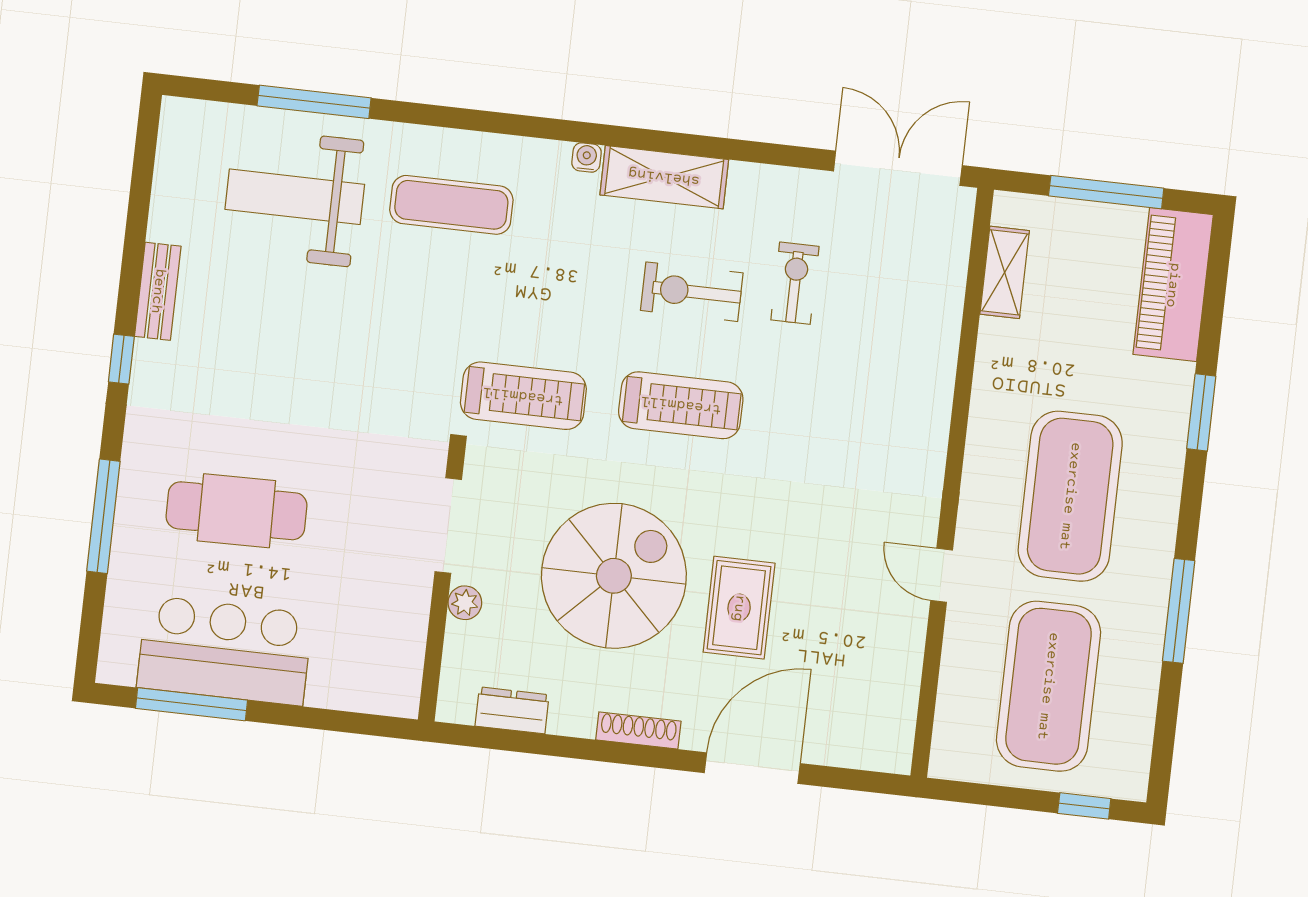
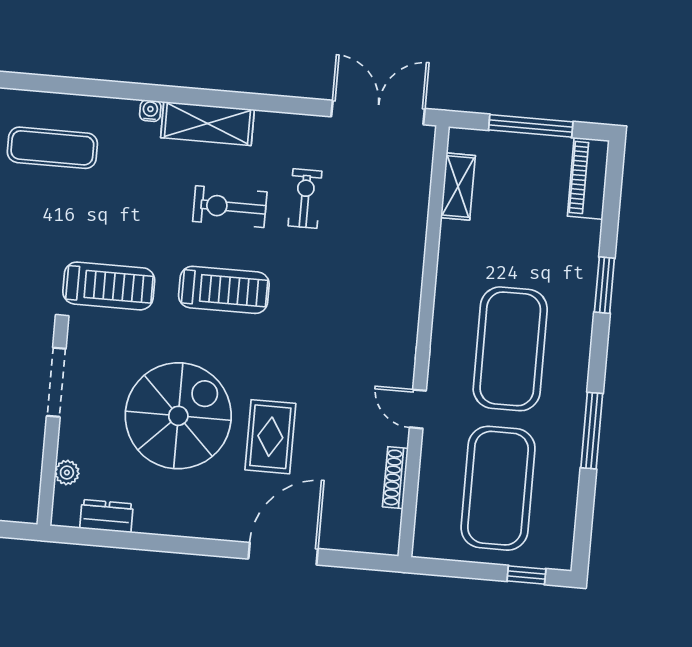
piano: (1173, 285) -> (588, 178), width x0.73, depth x0.75
plant: (465, 603) -> (67, 472), moved
shoe rack: (638, 731) -> (395, 478), moved, turned -90

